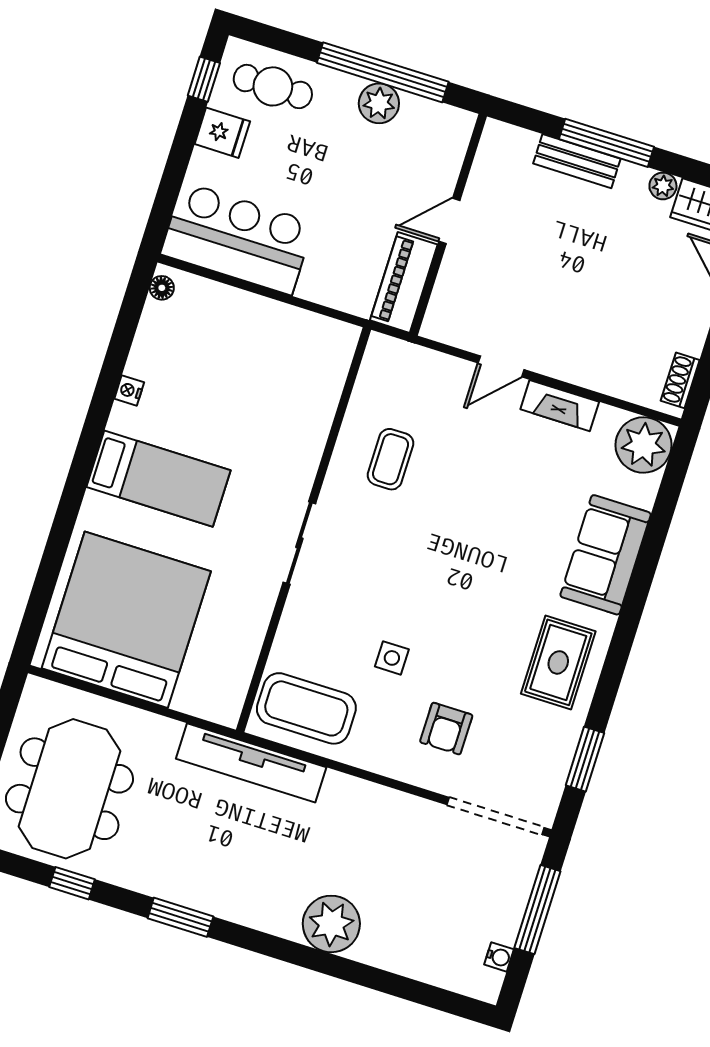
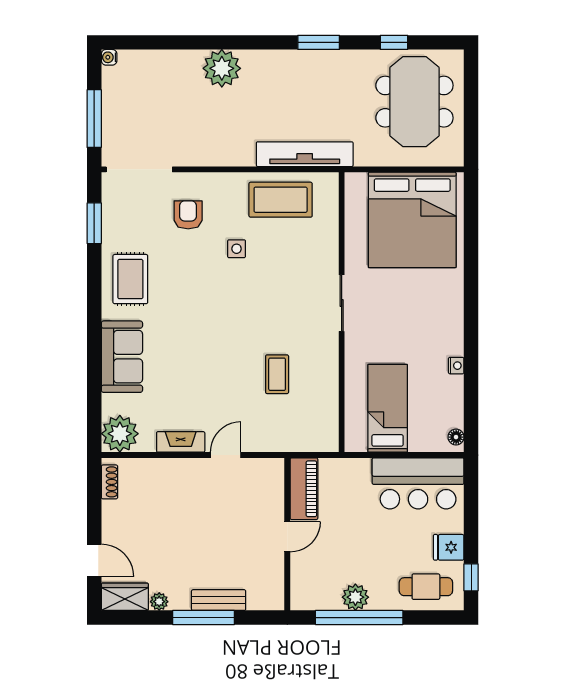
bed: (159, 479) -> (388, 408), moved, turned 90
wall: (304, 530) -> (342, 312), moved
sliding door: (299, 543) -> (342, 303), moved
water cooler: (499, 957) -> (109, 57), moved

